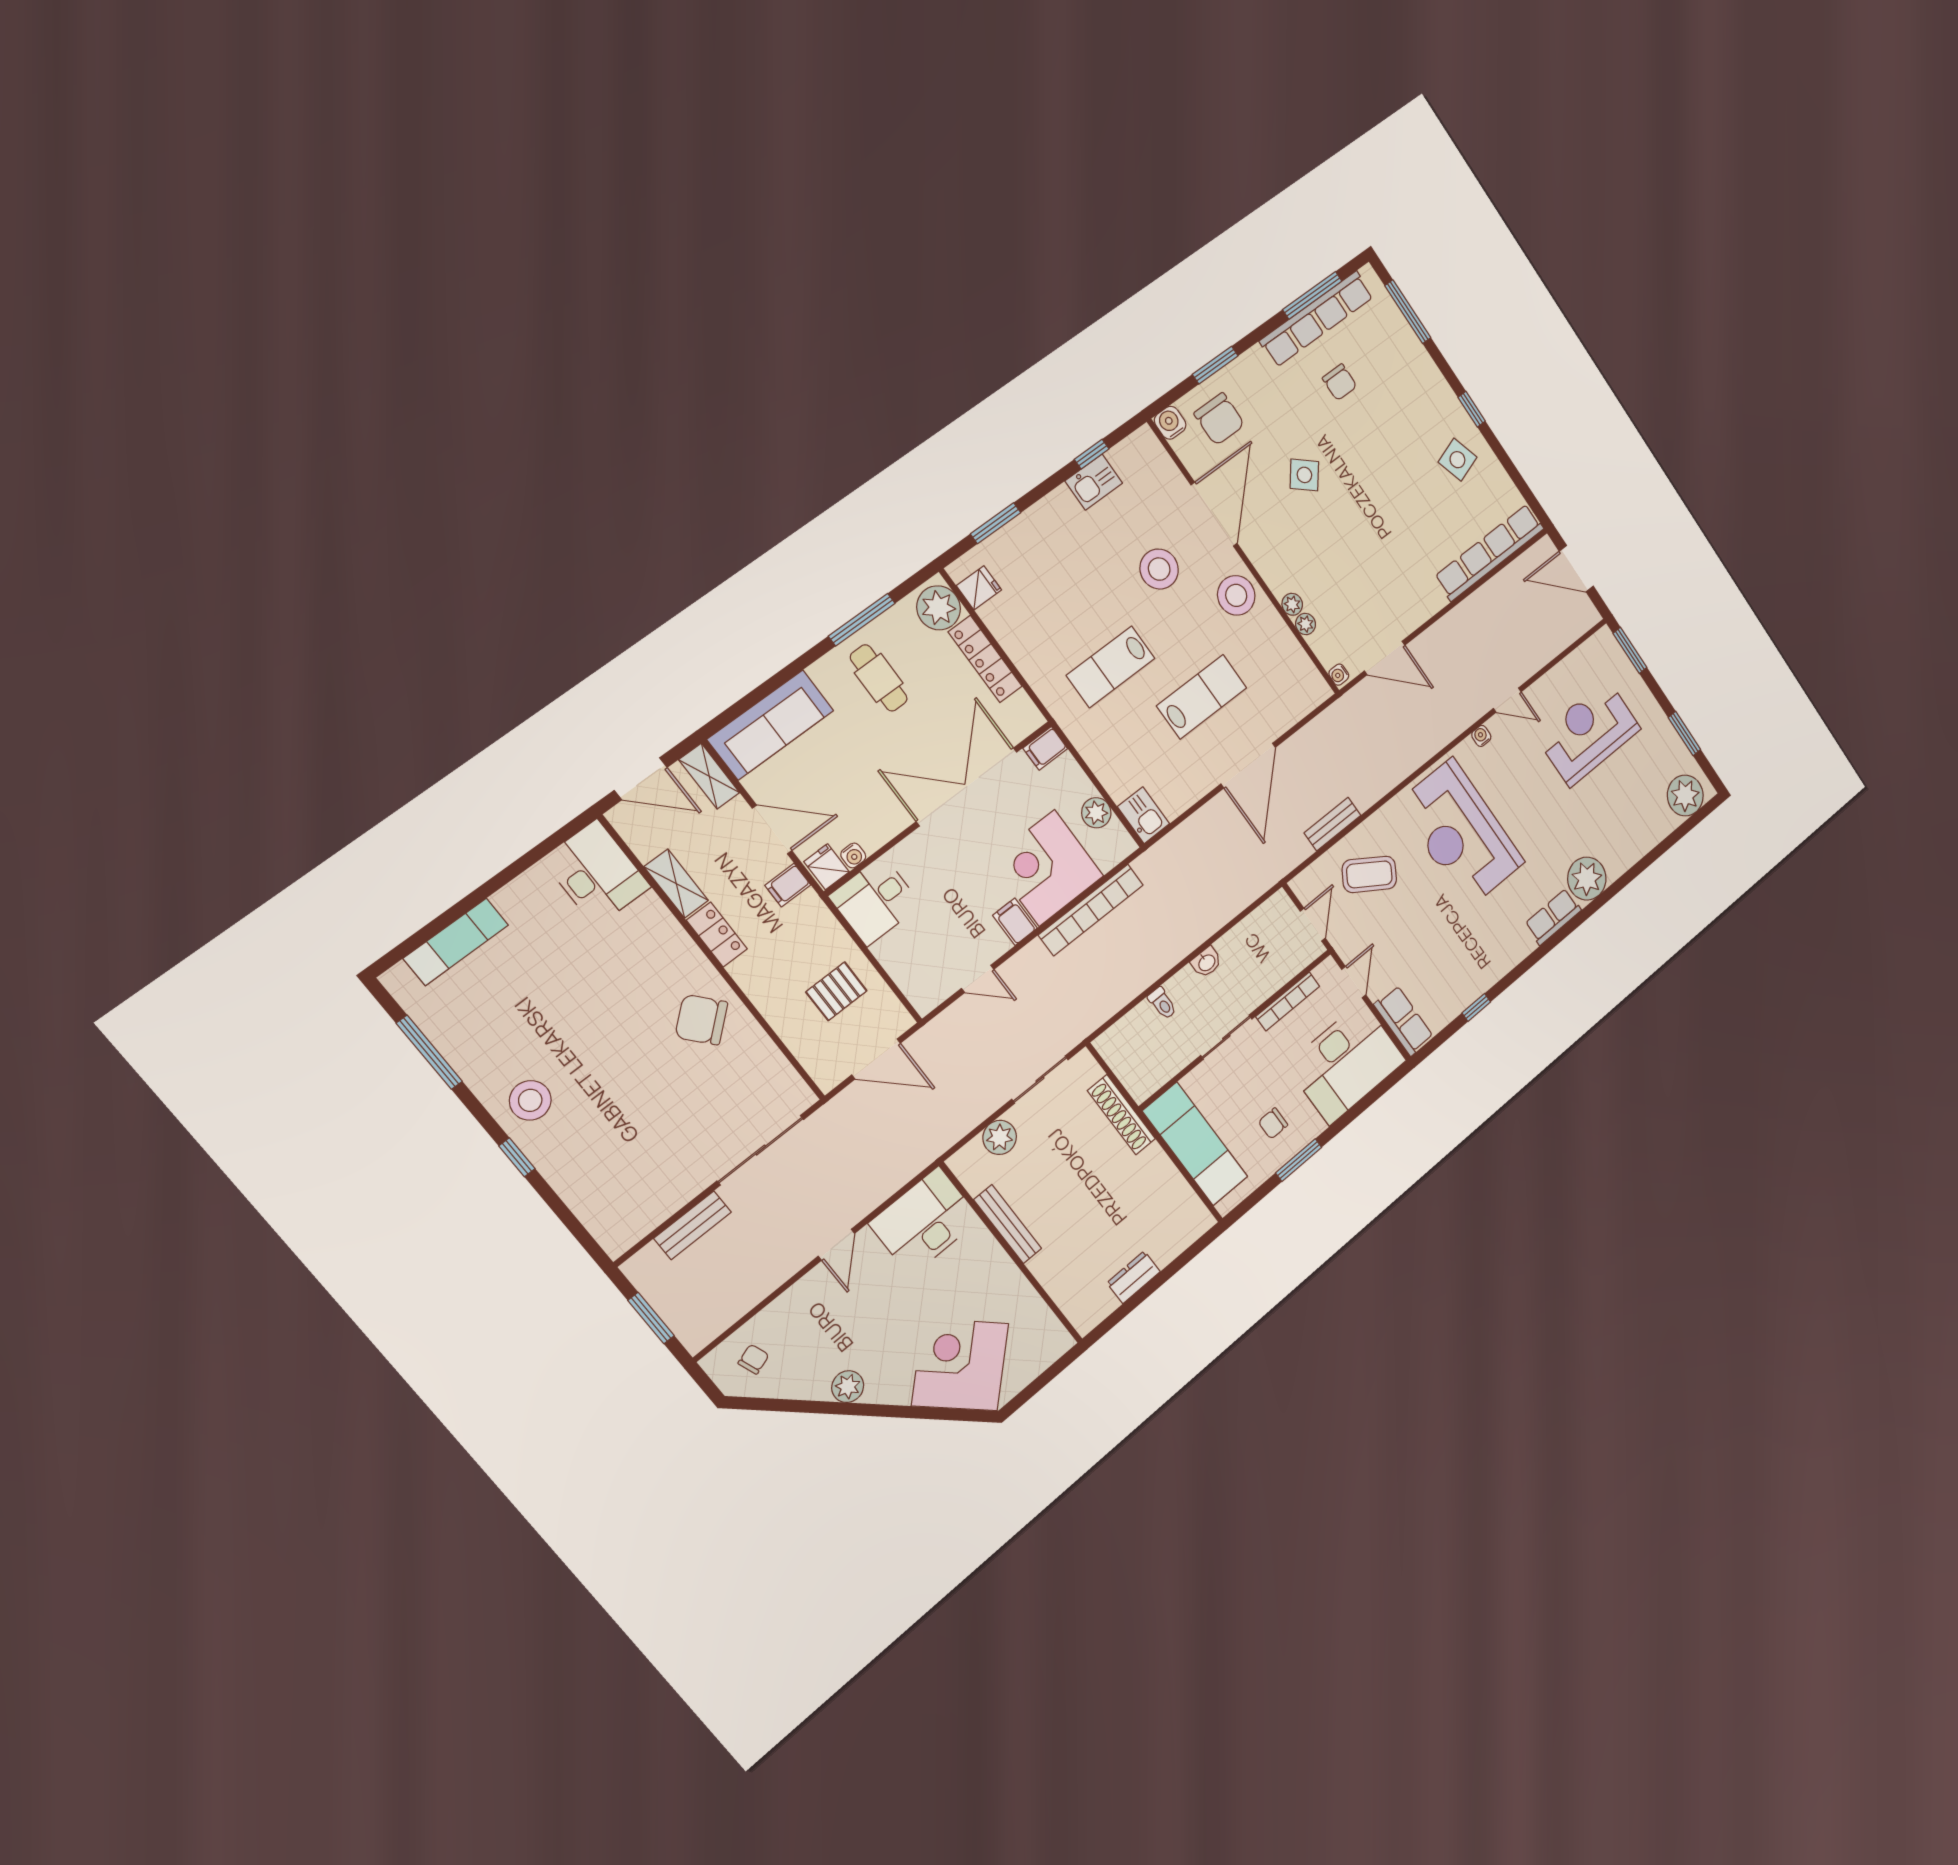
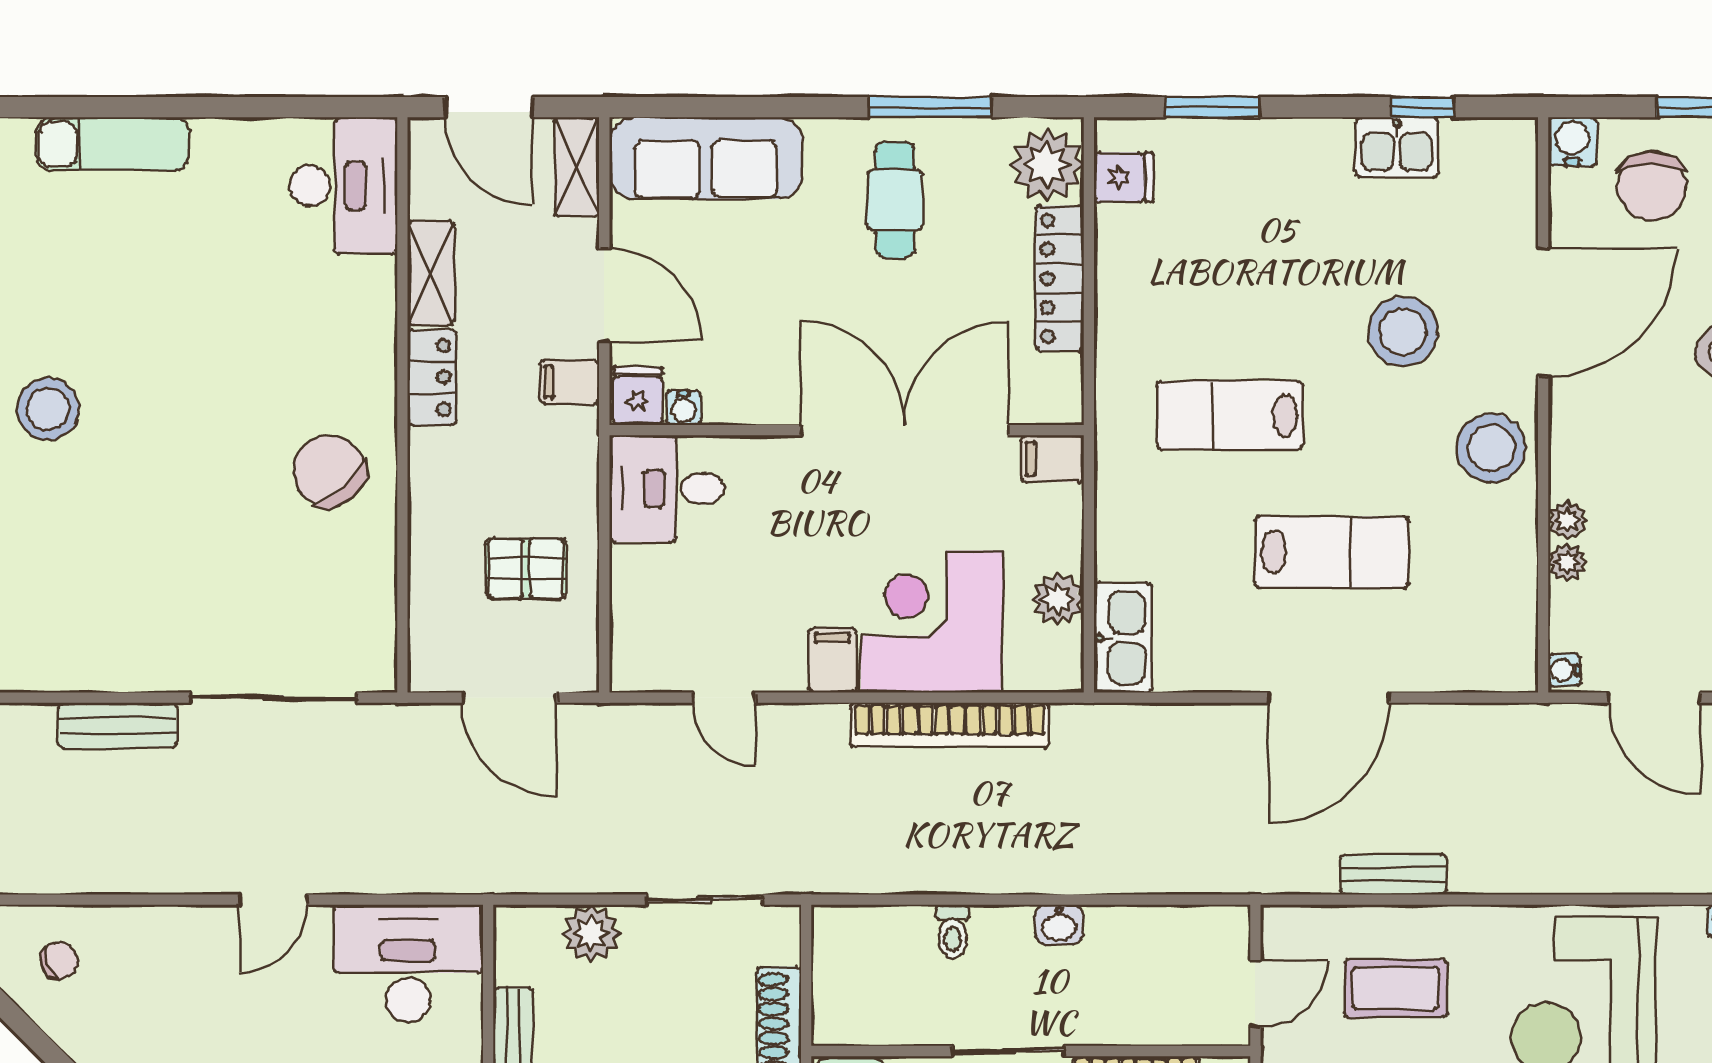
kitchen sink: (1144, 815) -> (1123, 638), width x1.38
coffee table: (1369, 874) -> (1396, 988), turned -32

